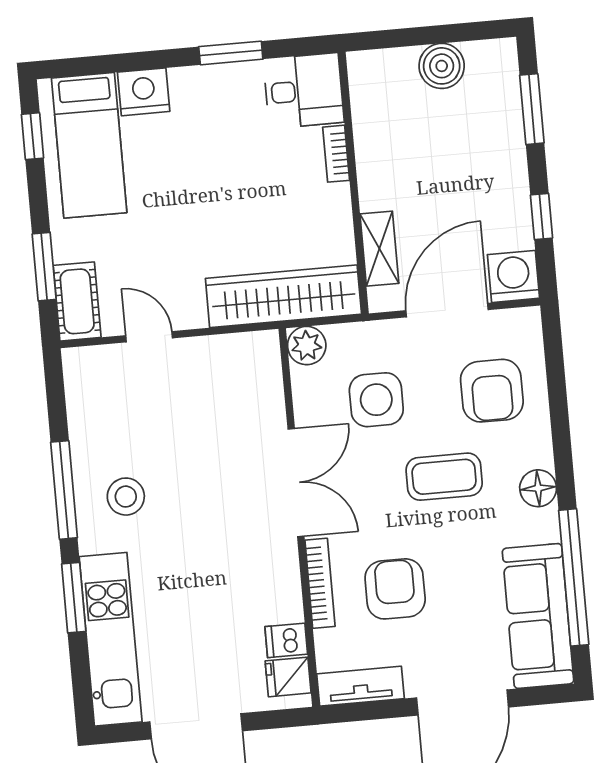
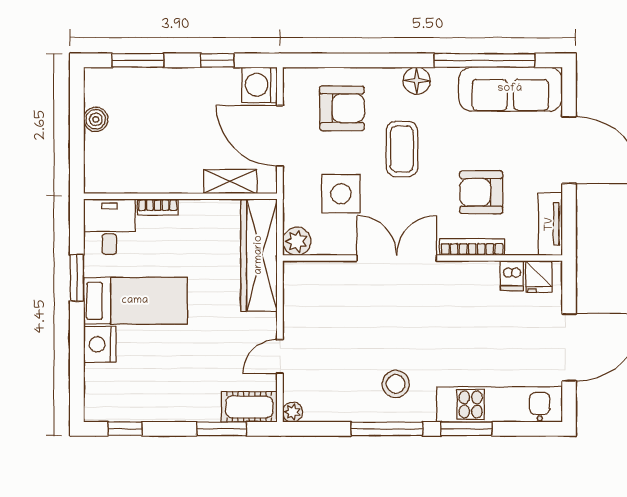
boiler: (442, 66) -> (96, 119), width x0.73, depth x0.73
bed: (89, 145) -> (135, 301), moved
plant: (75, 361) -> (293, 412), added

